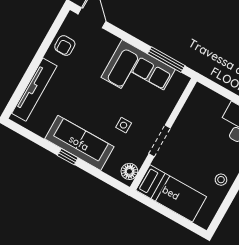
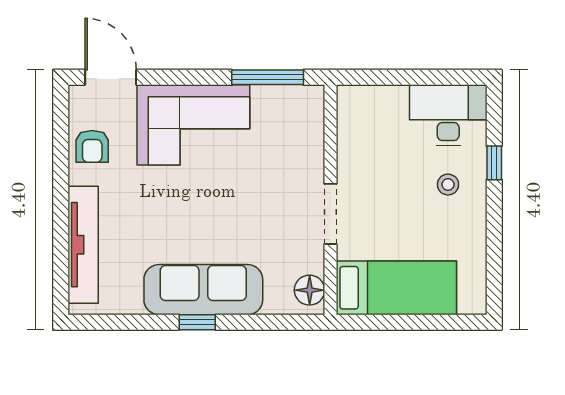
corner sofa: (138, 73) -> (193, 125), moved
side table: (124, 125) -> (258, 221), removed
stool: (221, 180) -> (448, 185), moved

